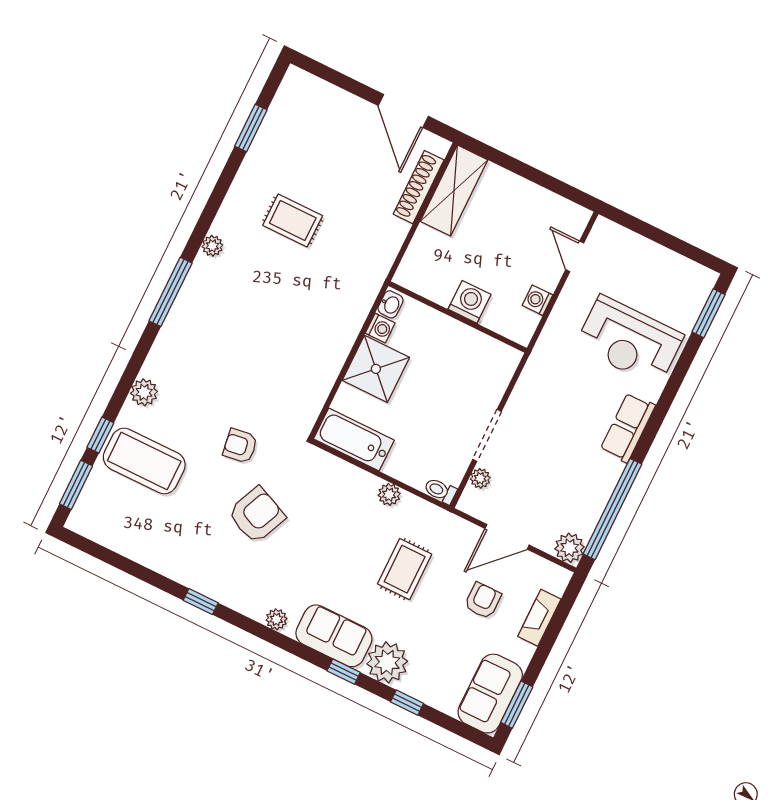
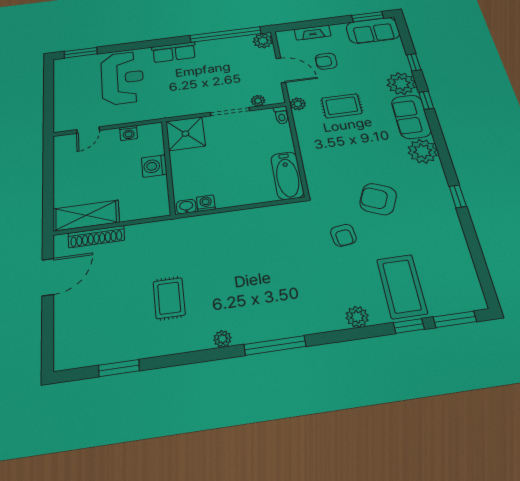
shower: (376, 369) -> (185, 134), moved
plant: (389, 494) -> (298, 104), moved
plant: (276, 619) -> (423, 151), width x1.87, depth x1.87

